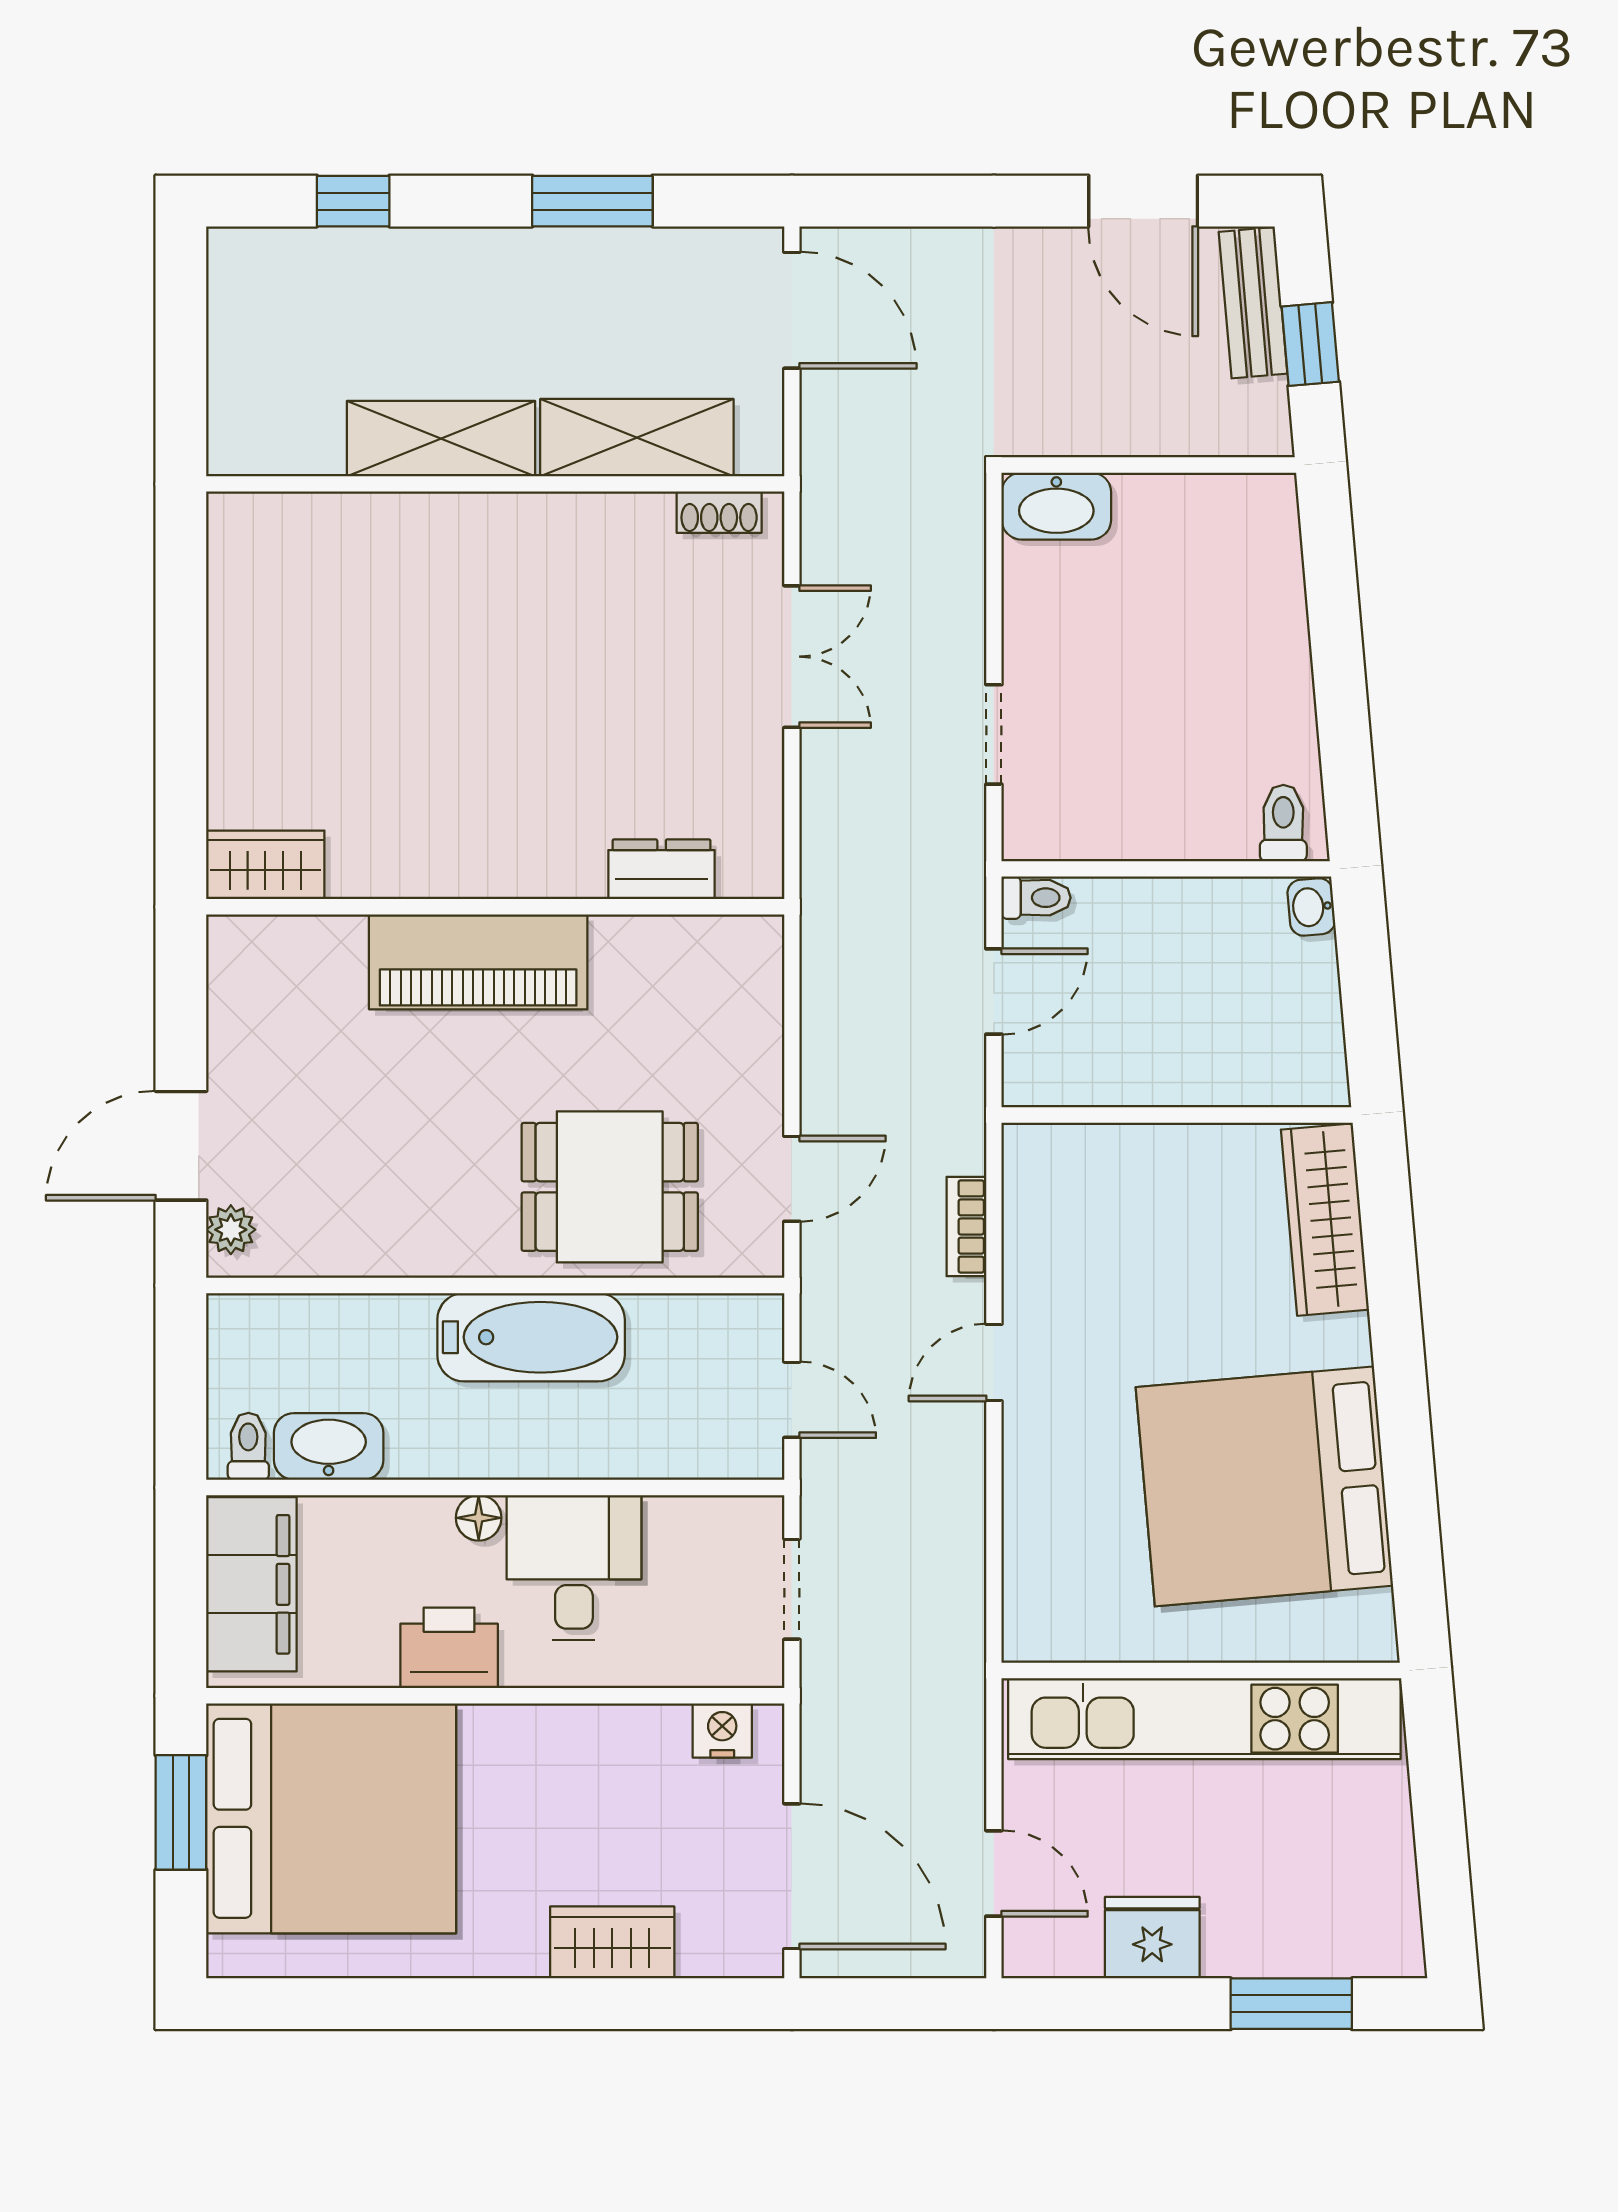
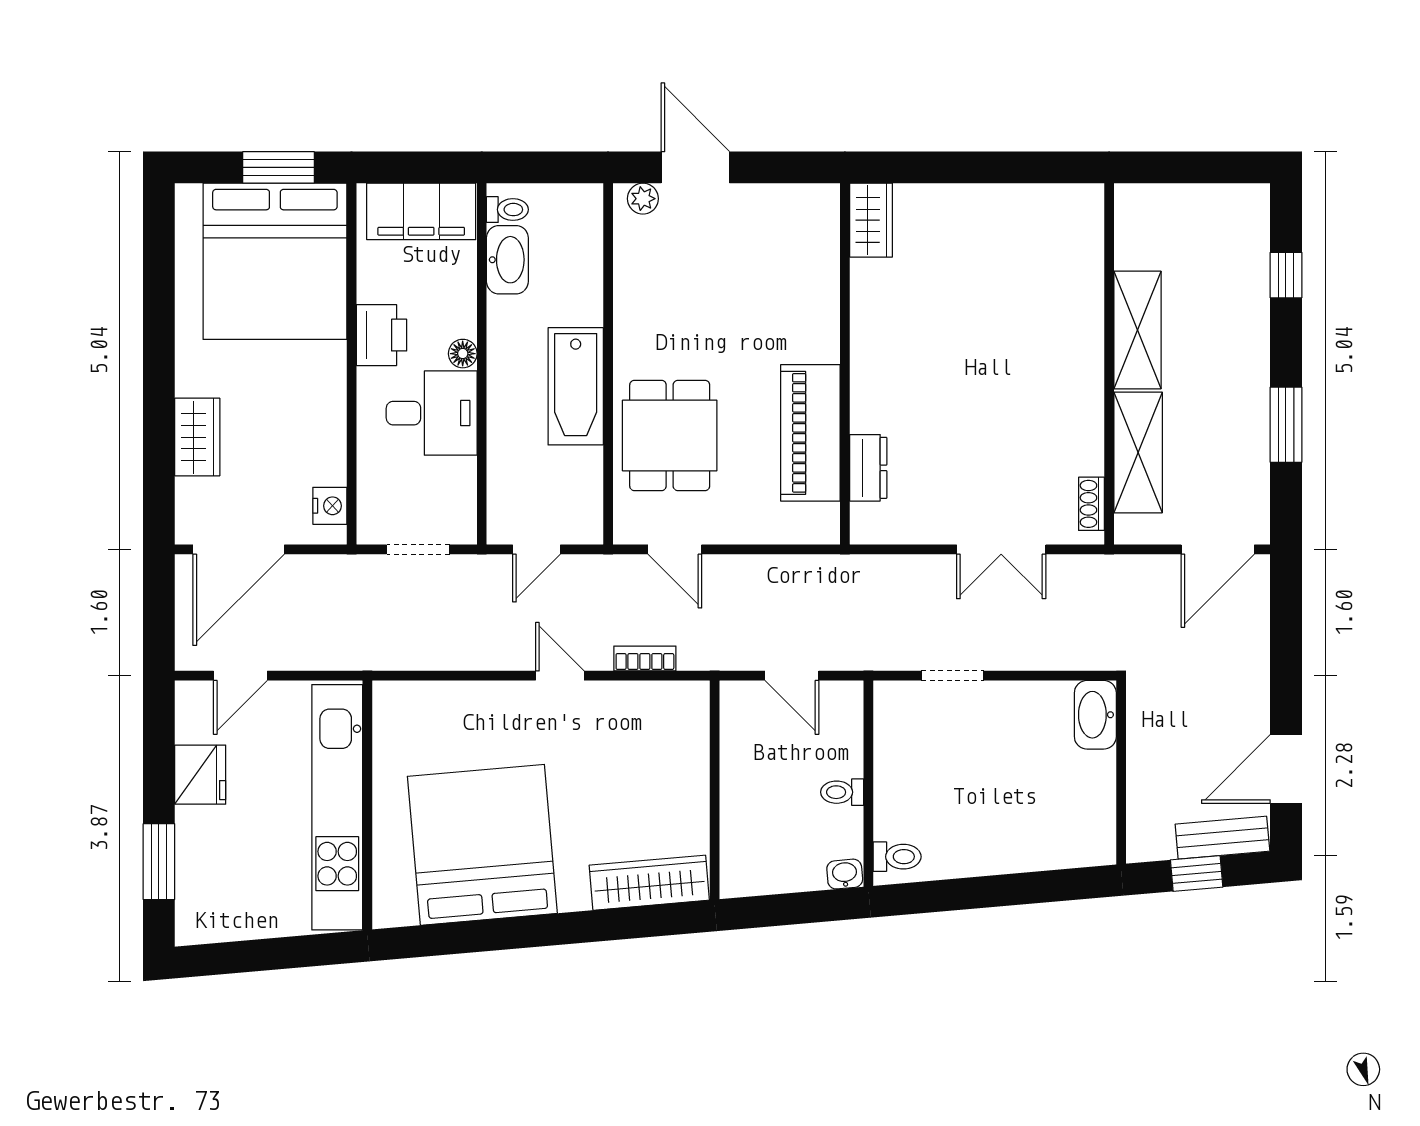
toilet: (1036, 898) -> (842, 792), moved, turned 90
piano: (478, 962) -> (810, 433), moved

